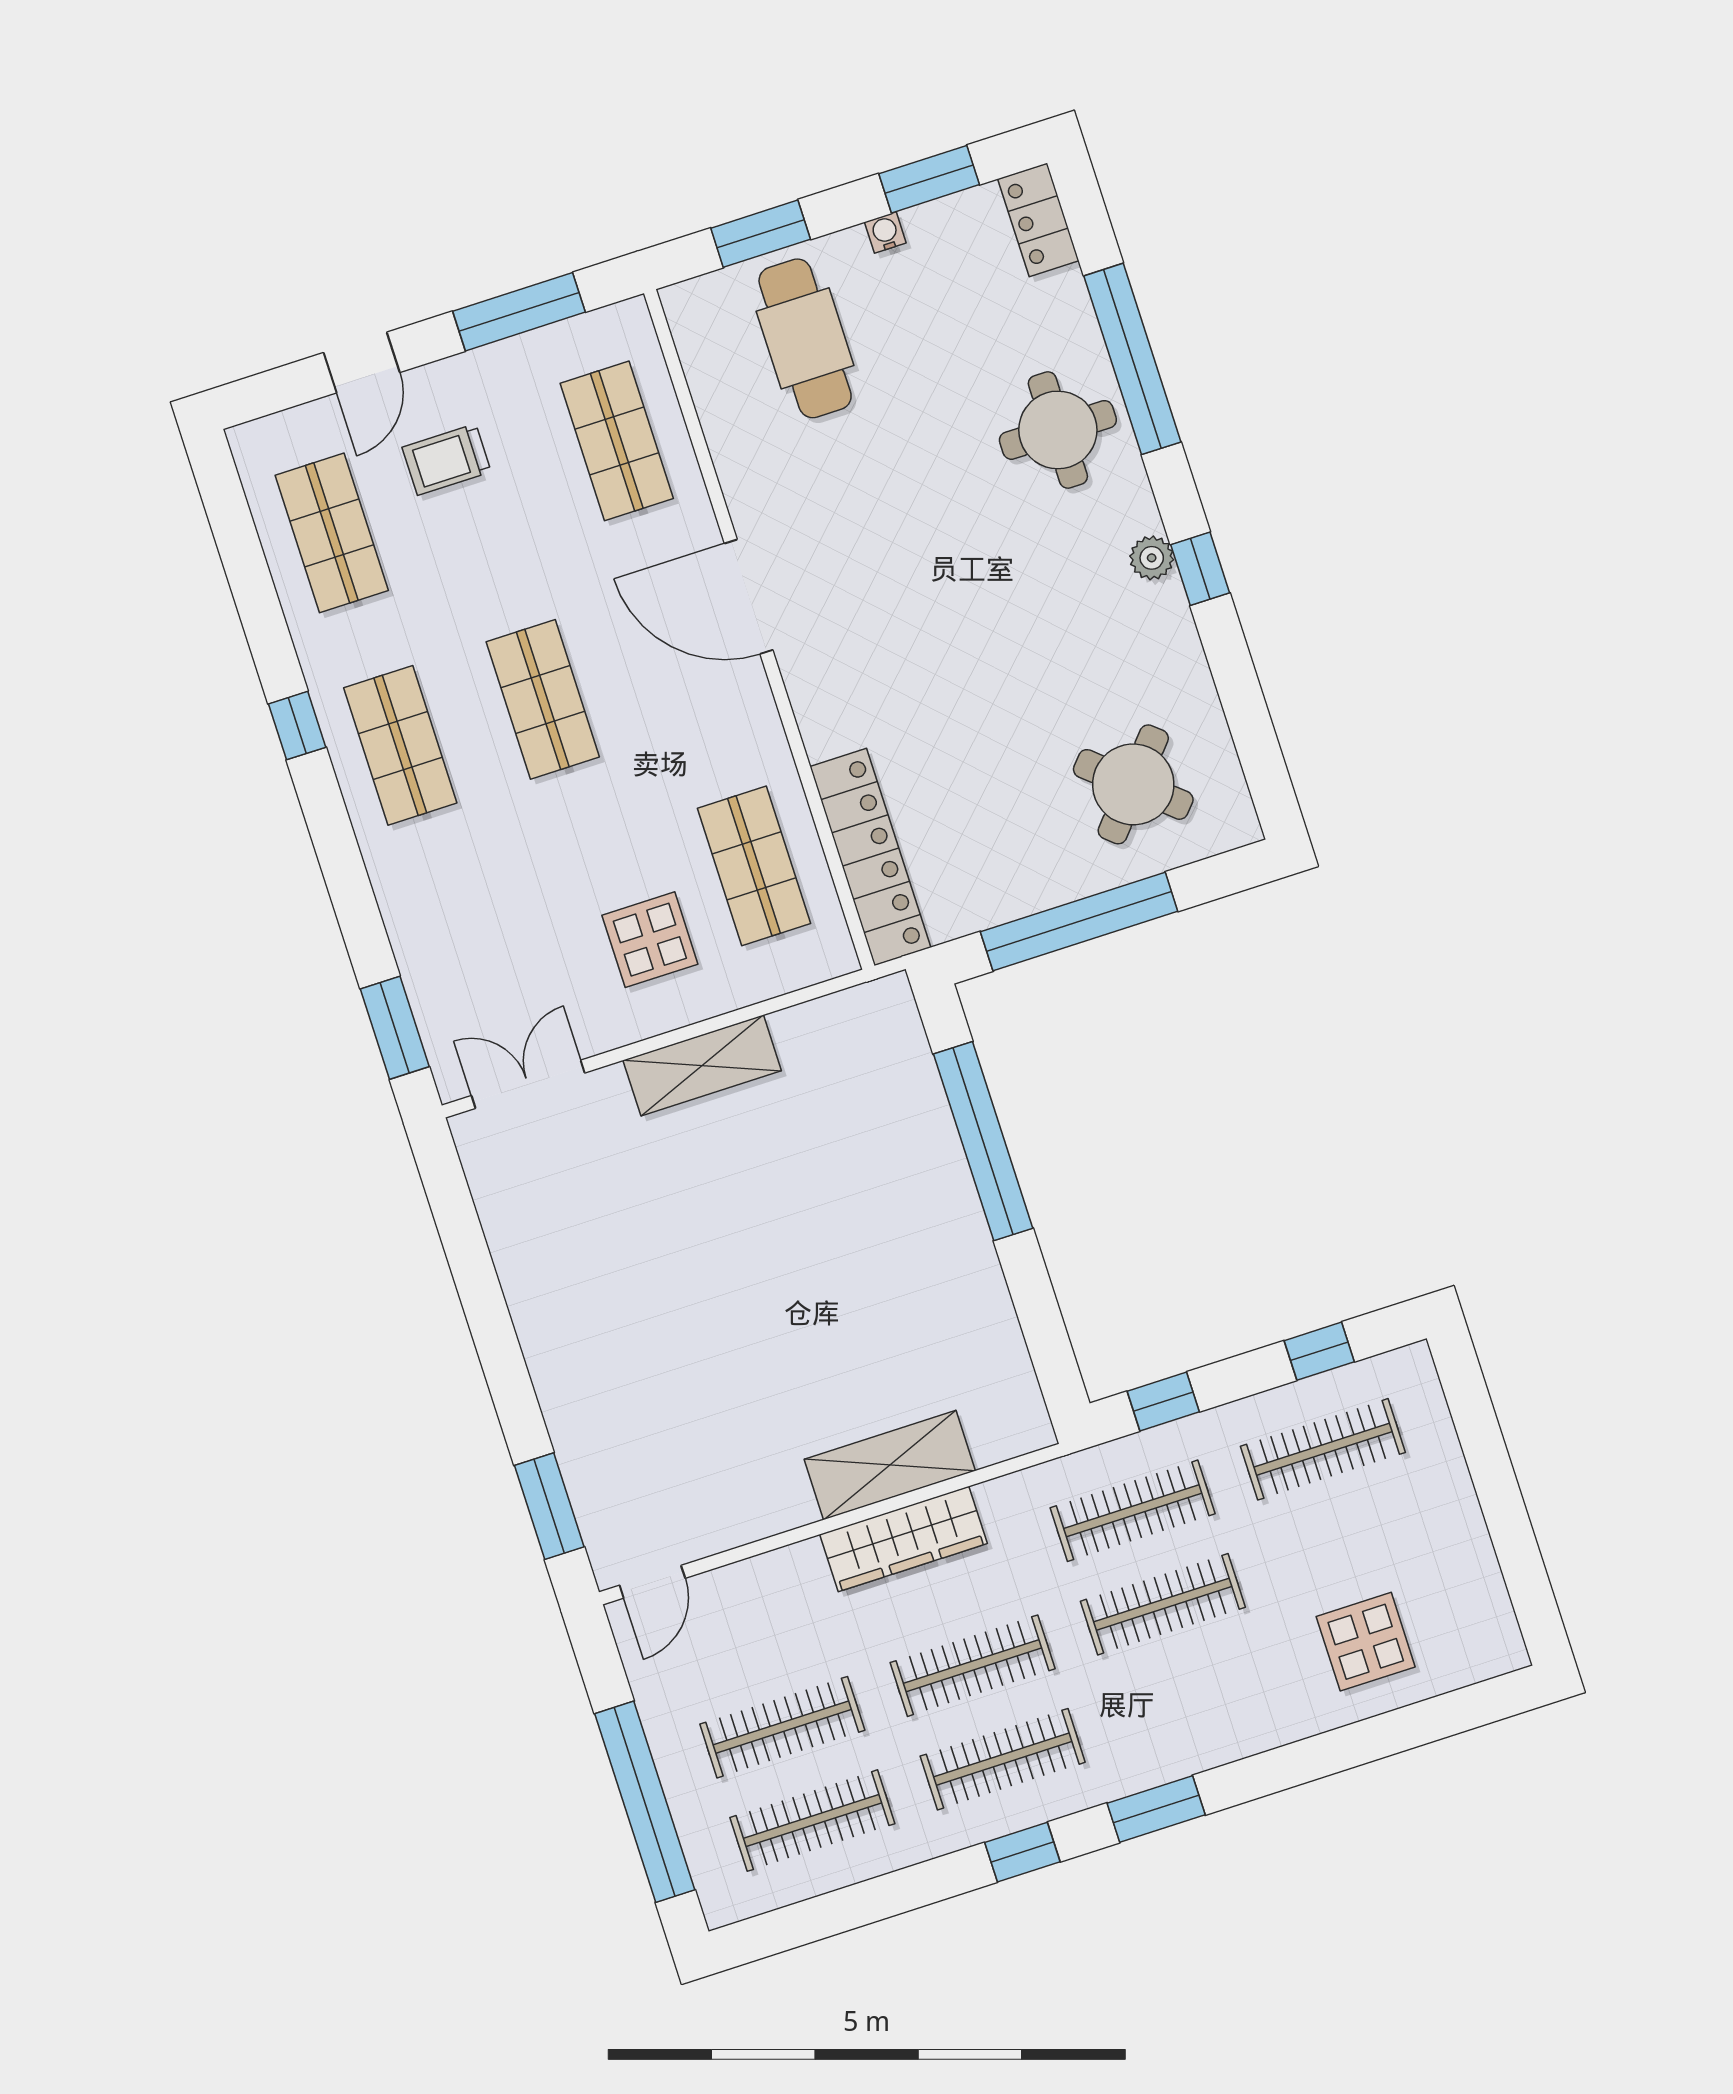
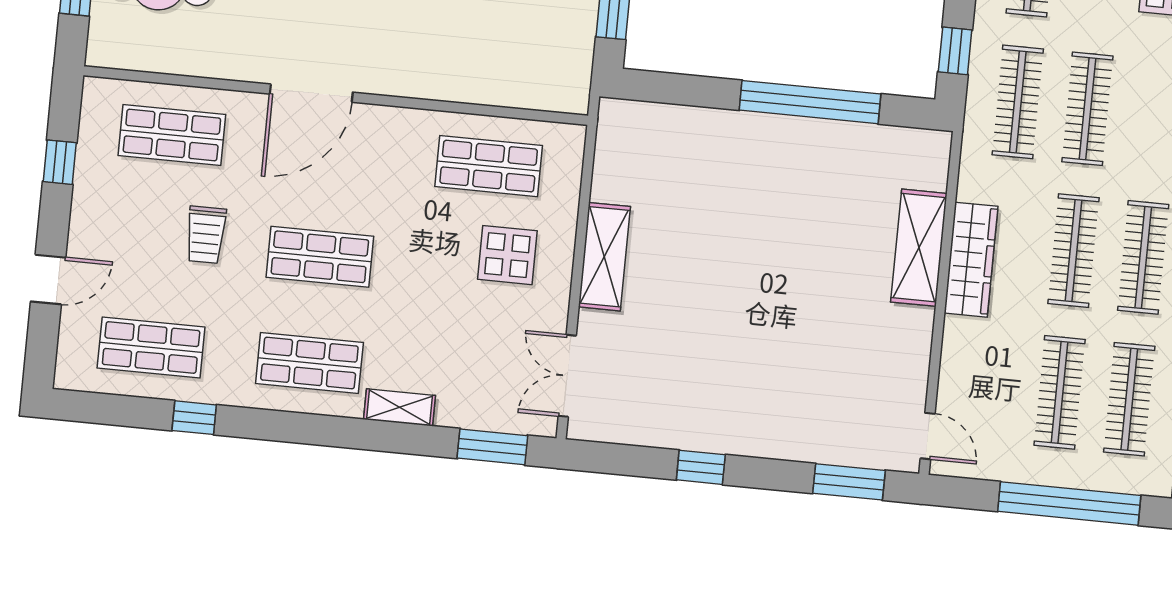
window: (519, 312) -> (60, 162), width x0.46
door: (362, 363) -> (48, 279), hinge flipped
trolley: (447, 459) -> (206, 235), moved
window: (297, 726) -> (194, 418), moved
locker: (870, 857) -> (516, 88), removed
shelving: (394, 886) -> (400, 407), added
window: (983, 1141) -> (810, 102), moved
window: (485, 1307) -> (701, 467), added

